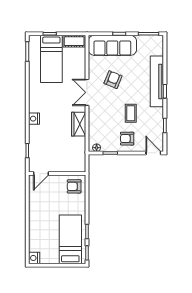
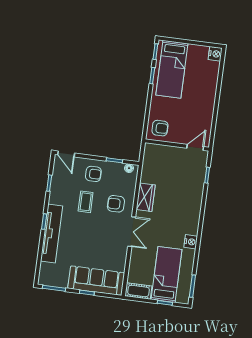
armchair: (113, 80) -> (116, 204), moved, turned 68
nightstand: (34, 119) -> (191, 242), moved

